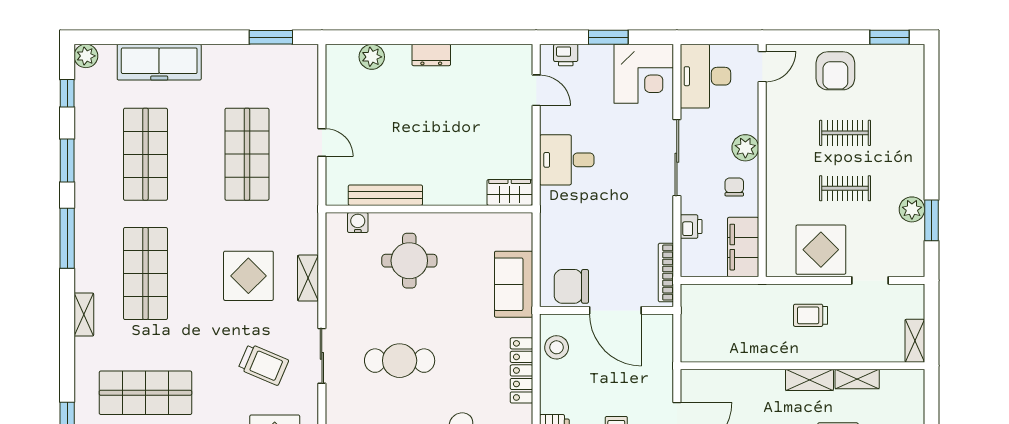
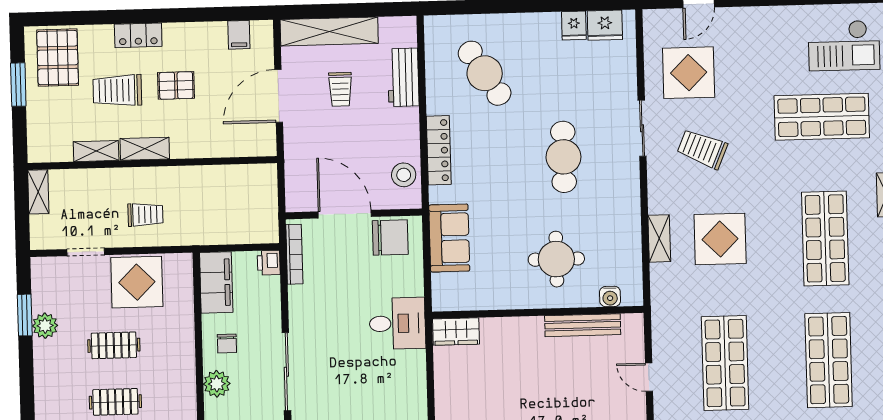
desk: (567, 160) -> (397, 323), moved
printer: (691, 227) -> (269, 263), moved
sliding door: (322, 356) -> (642, 128), moved
cafe table: (400, 361) -> (563, 157), turned 90

